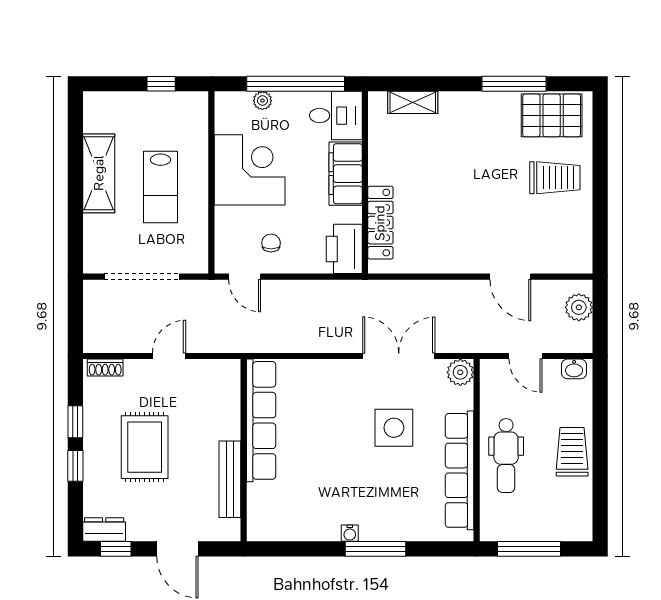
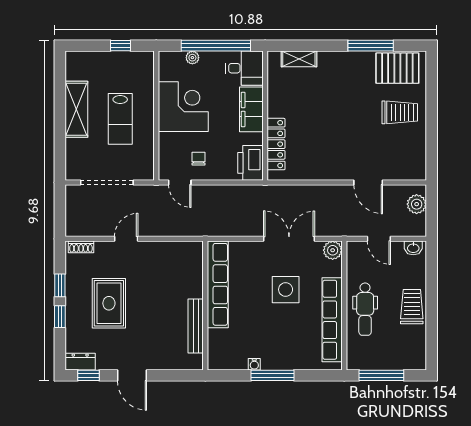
row of seats: (261, 420) -> (218, 284), moved
wall: (244, 450) -> (205, 305), moved
bench: (230, 479) -> (196, 326), moved

